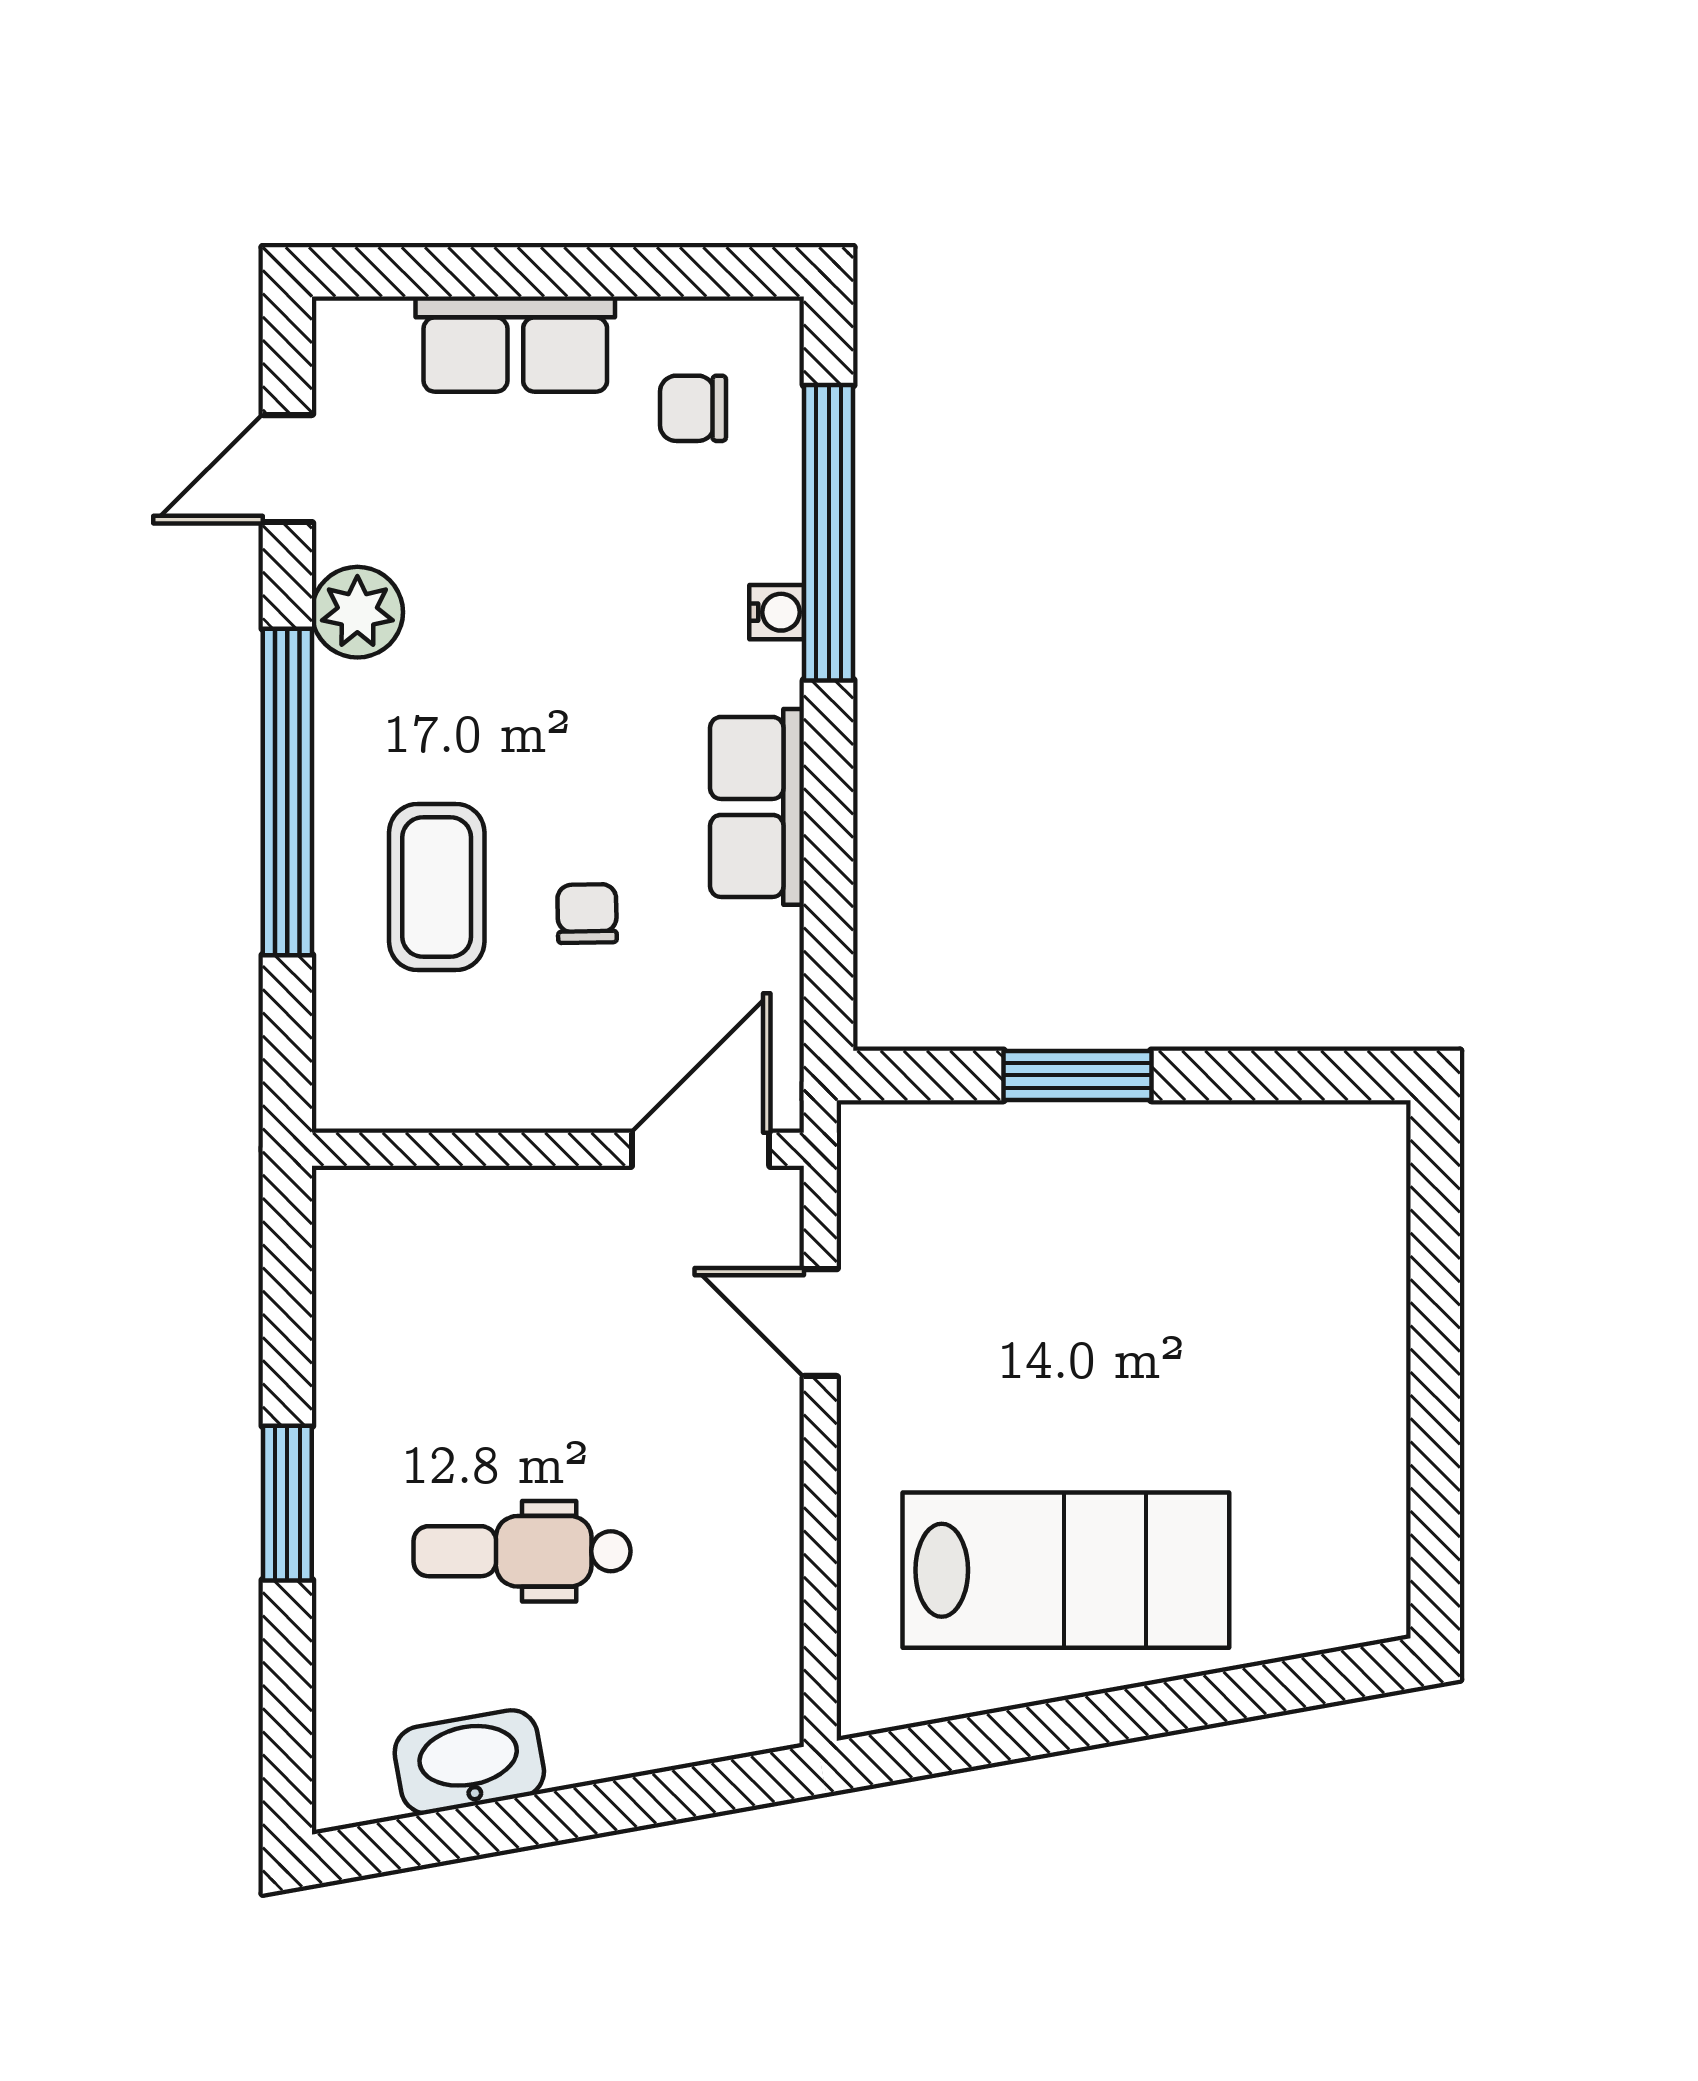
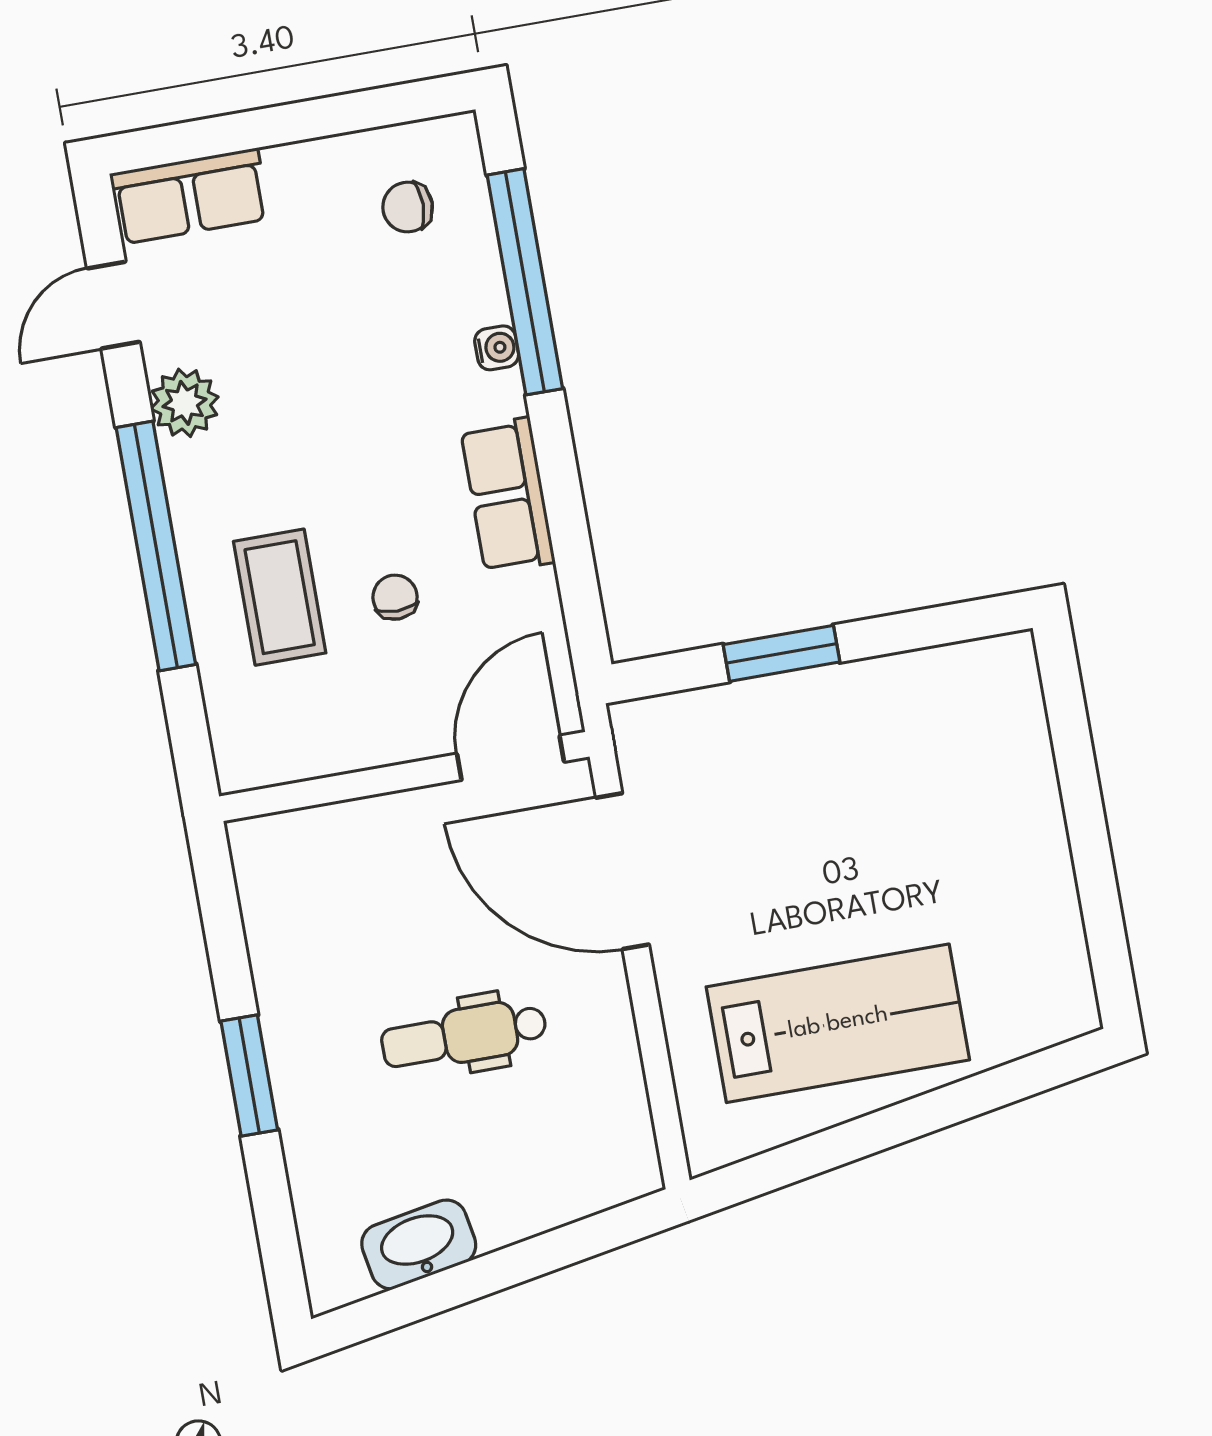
row of seats: (515, 344) -> (190, 196), moved
door: (820, 1323) -> (622, 871), width x1.88
dental chair: (522, 1551) -> (464, 1035), moved

